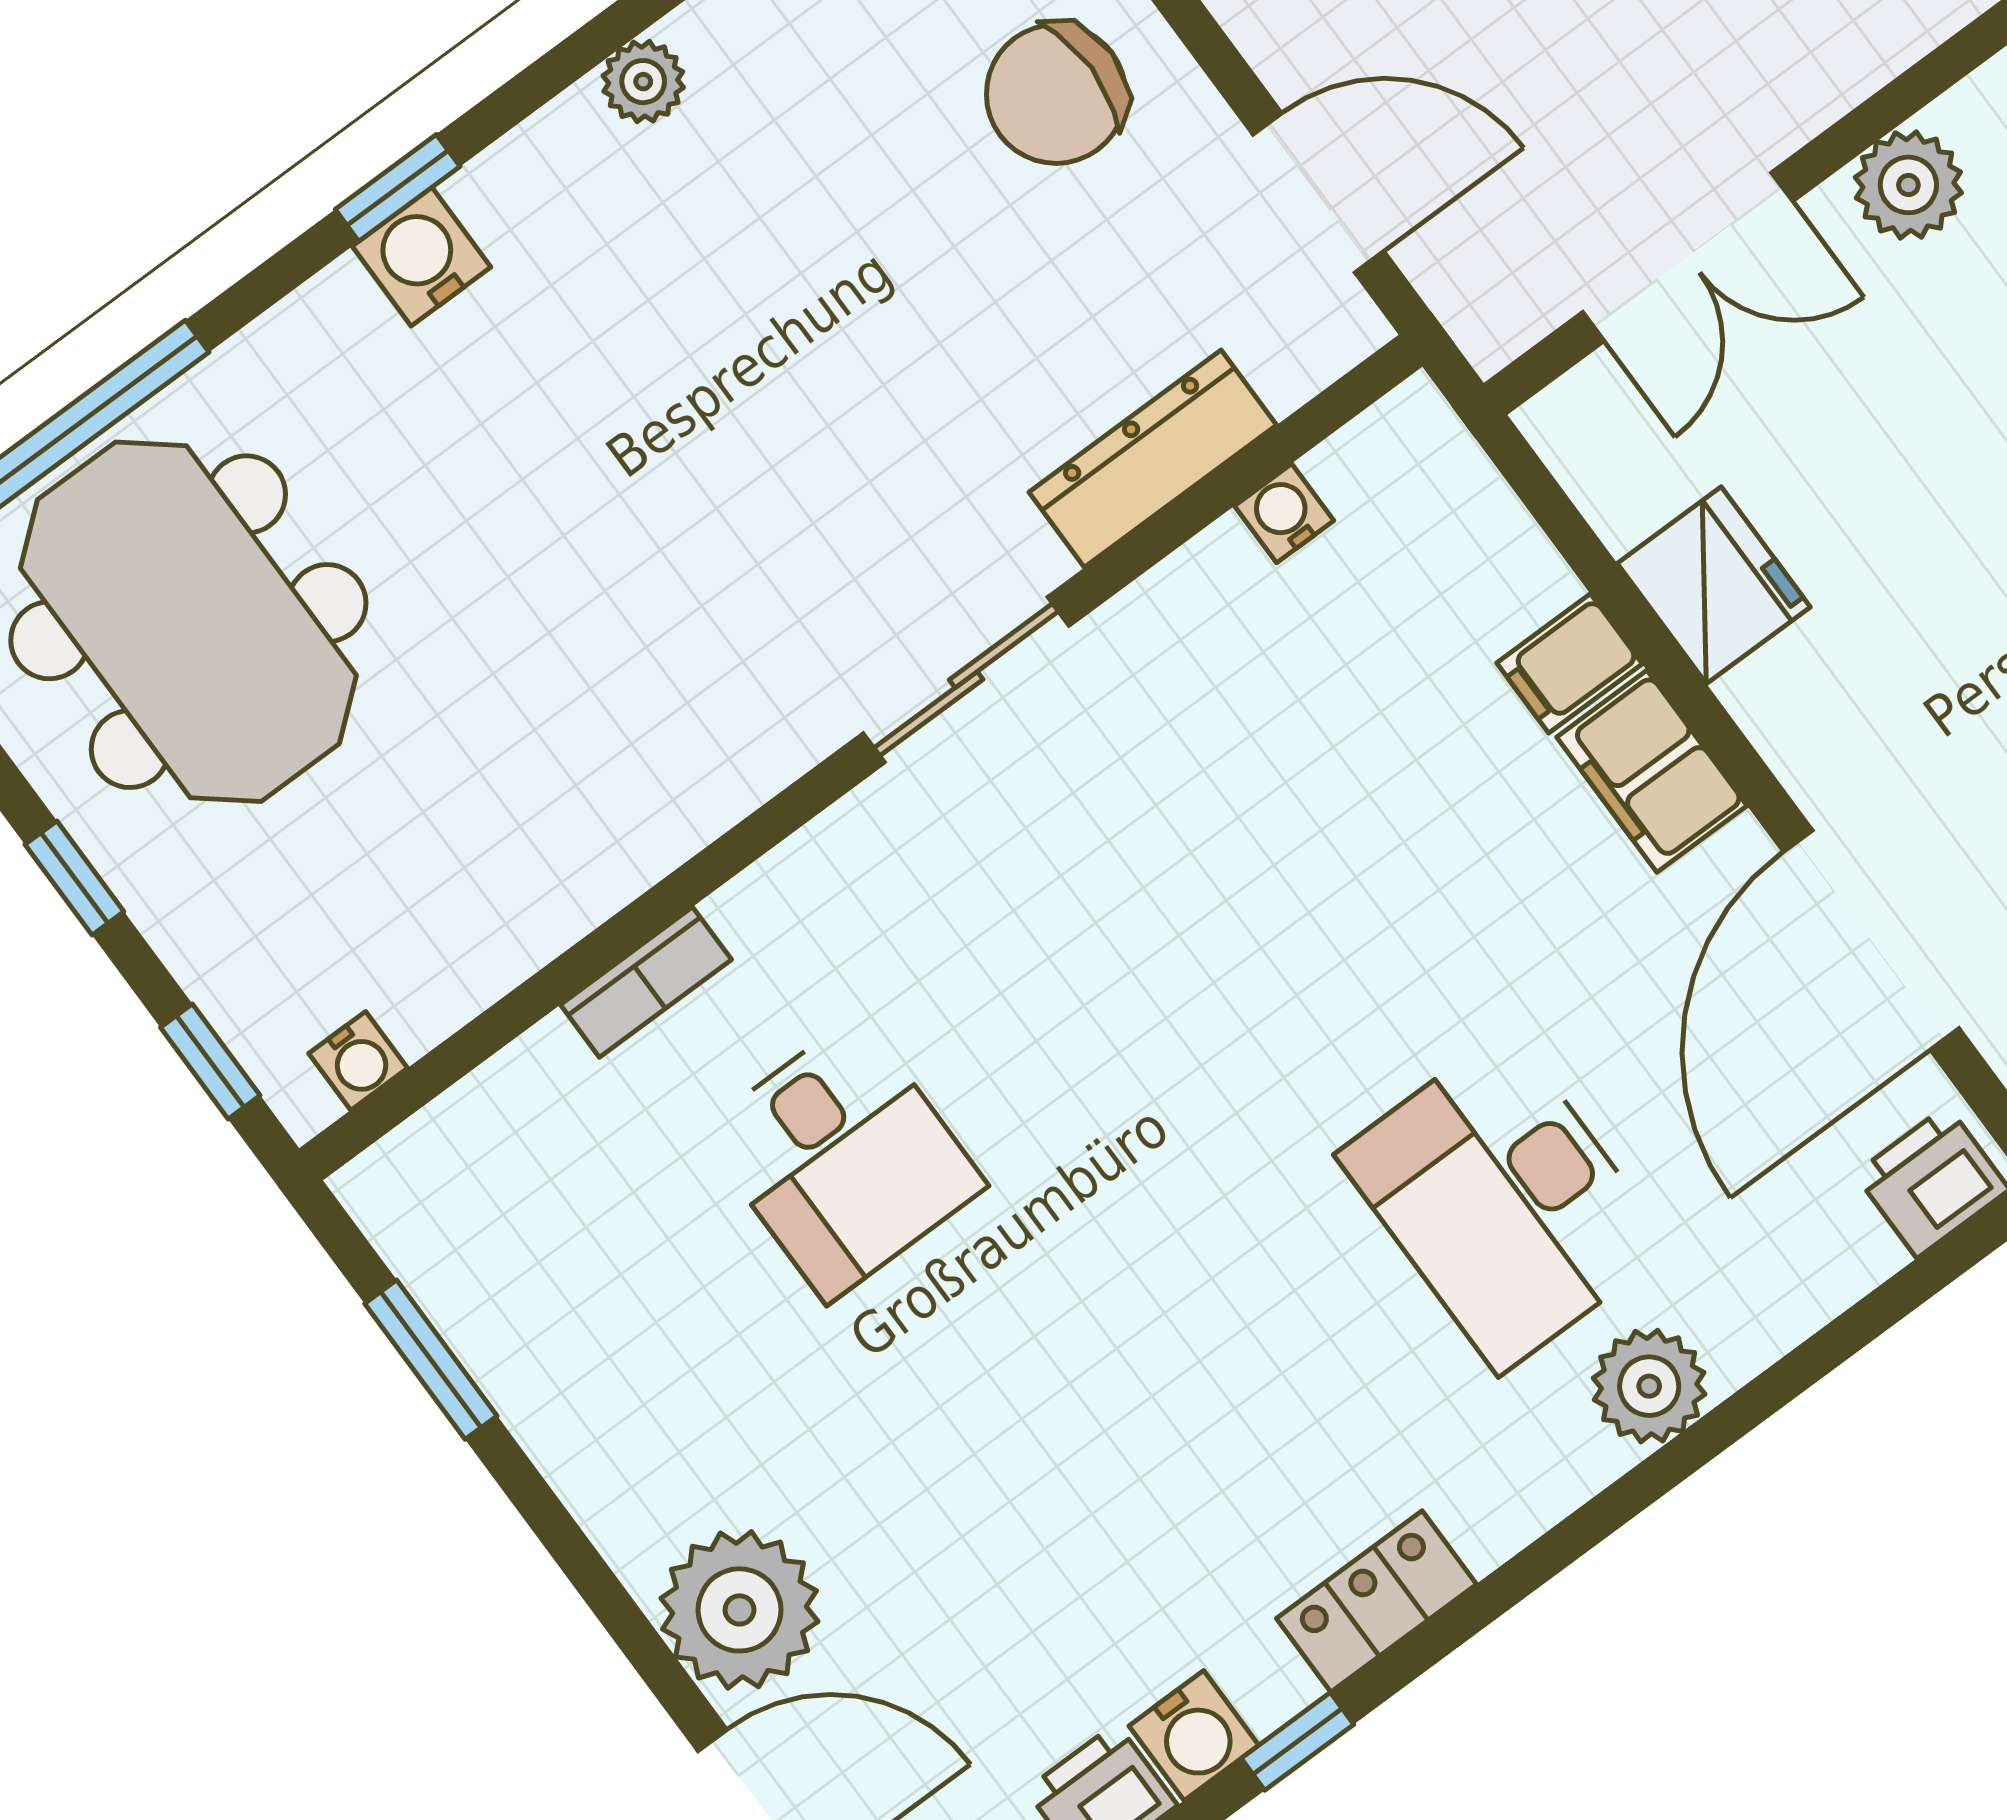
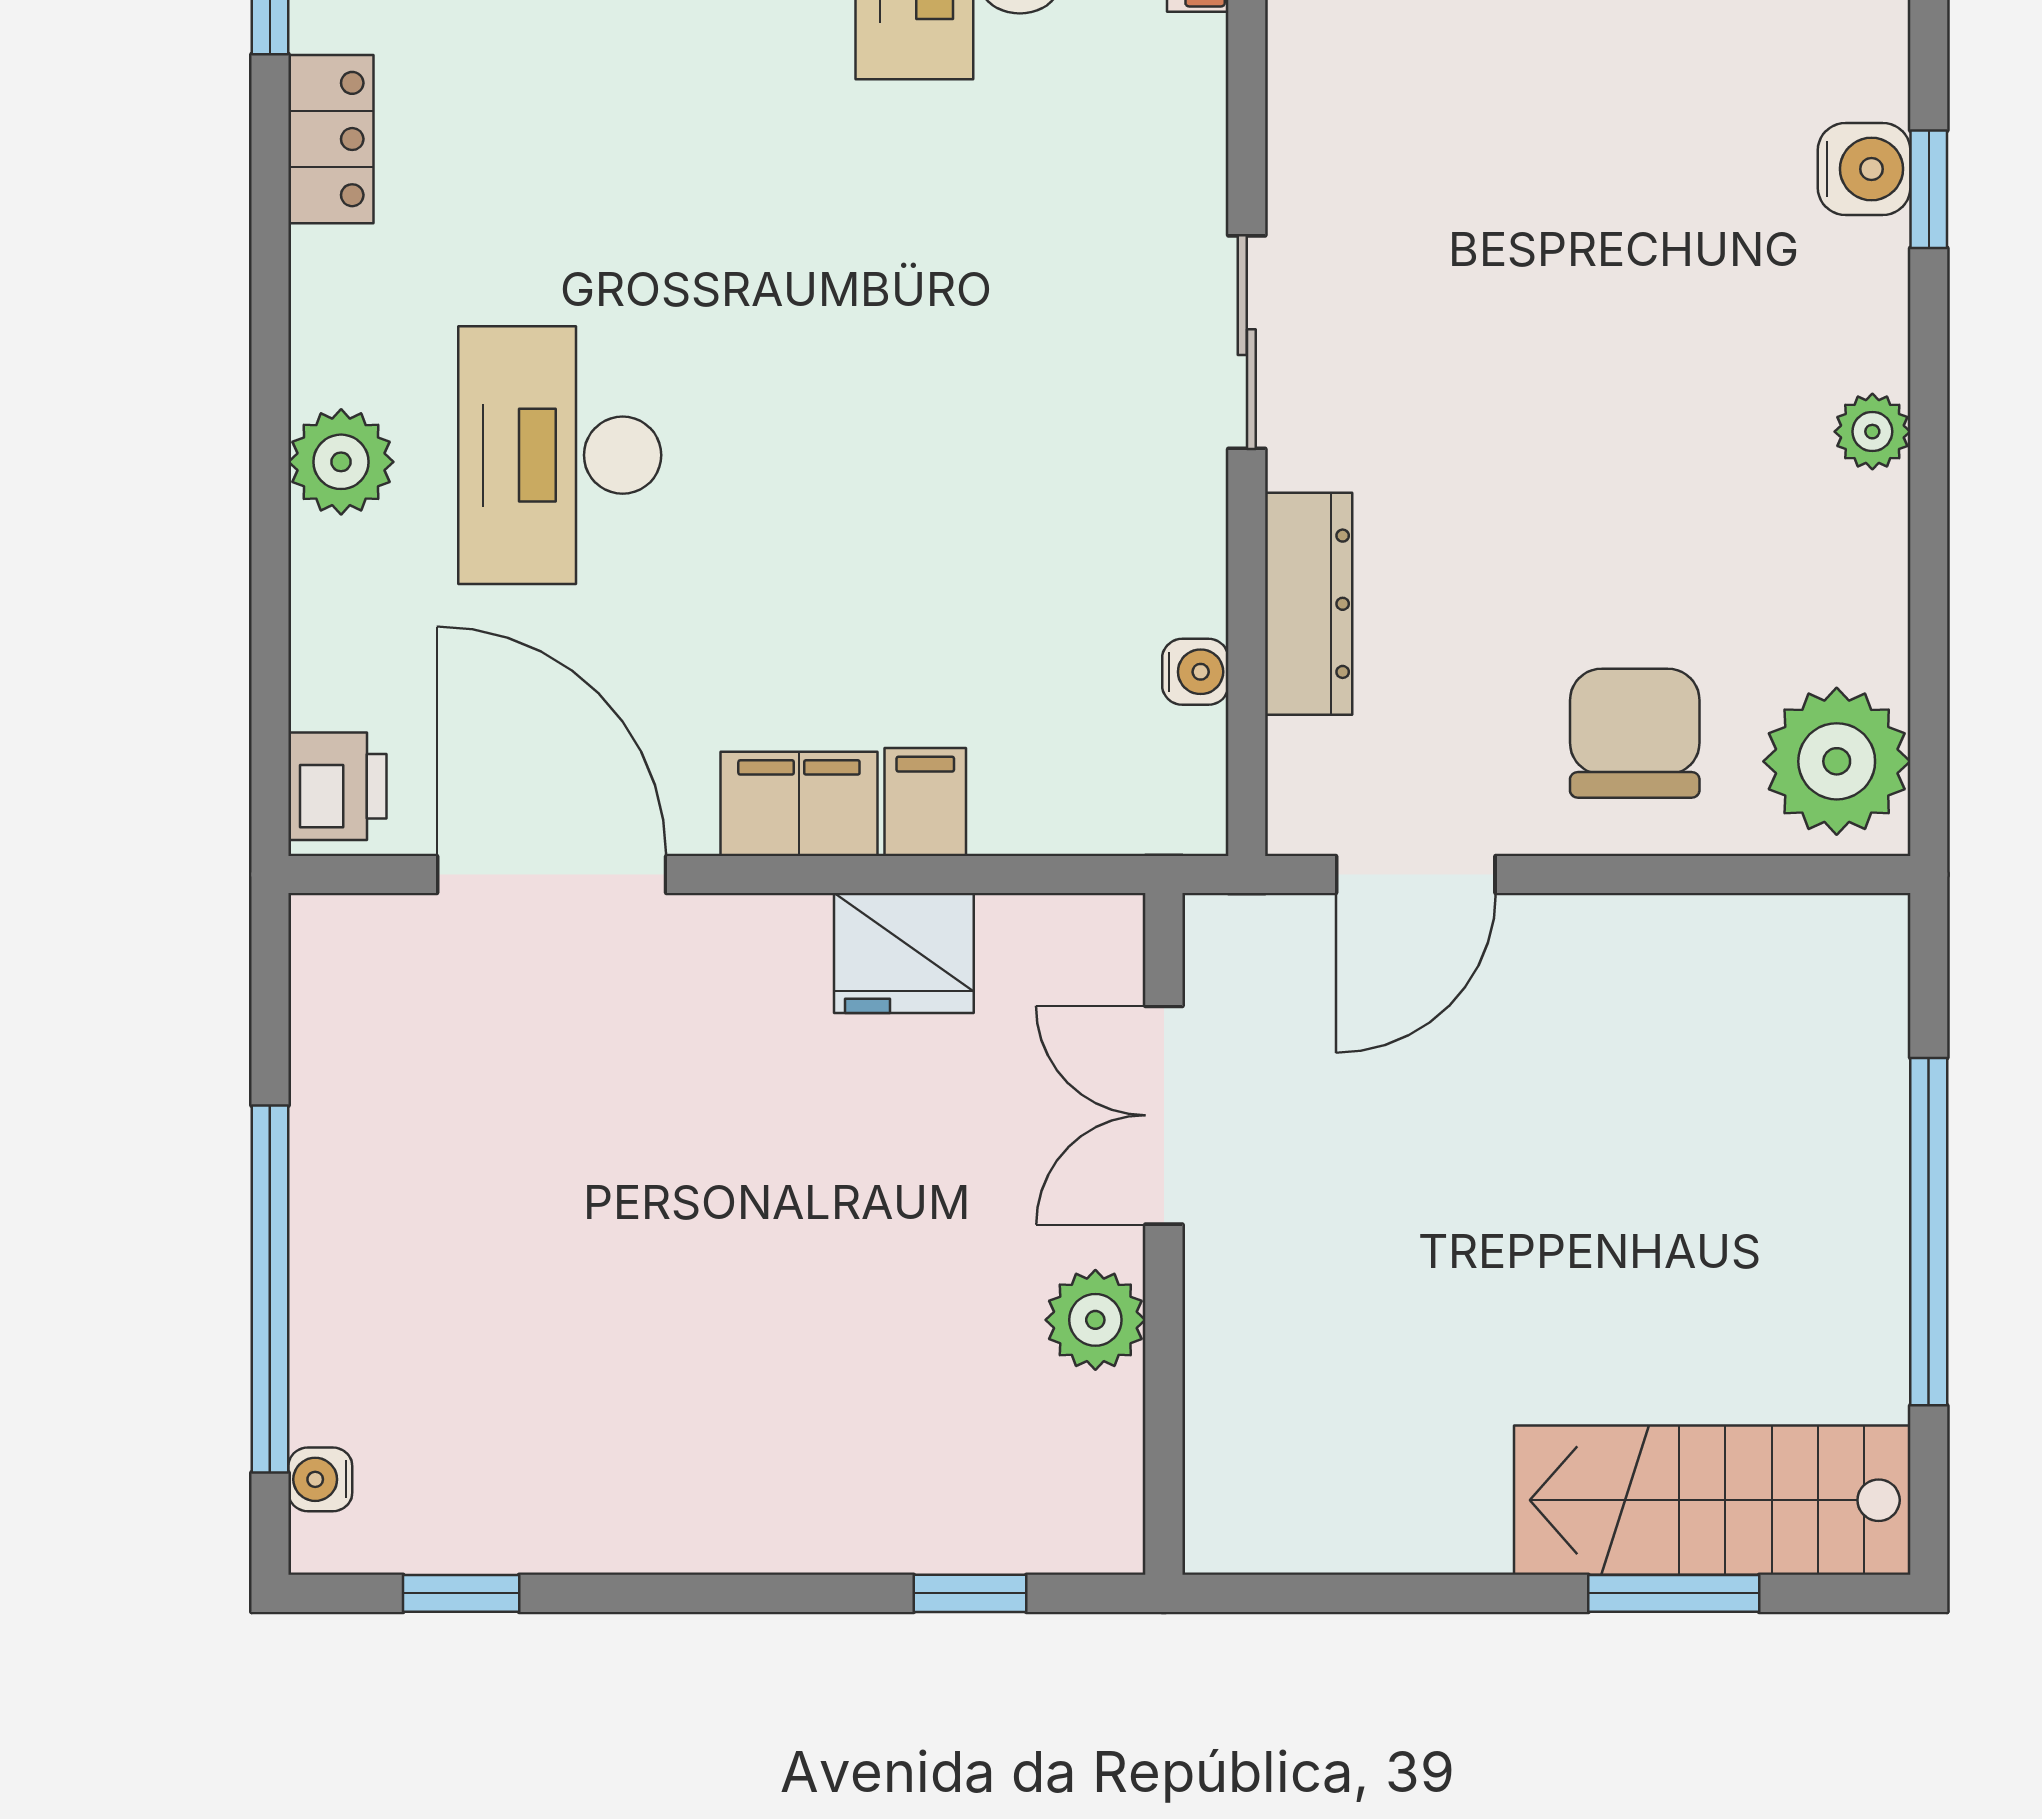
desk: (1503, 1201) -> (560, 455), turned -90

